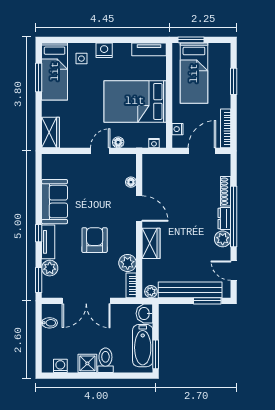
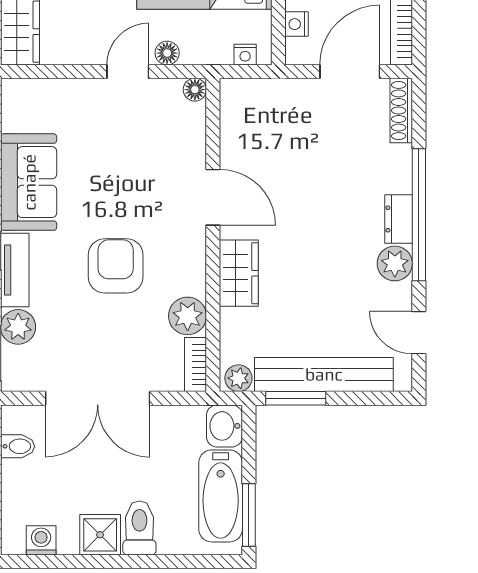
floor lamp: (131, 182) -> (195, 90), moved
shoe rack: (226, 191) -> (401, 110), moved
window: (207, 301) -> (296, 398), moved

